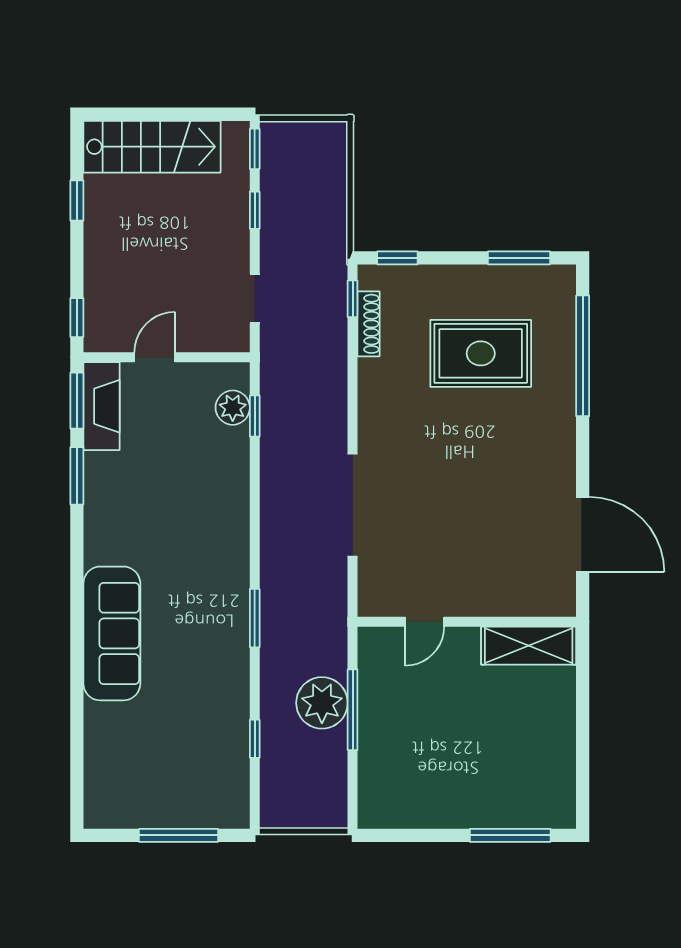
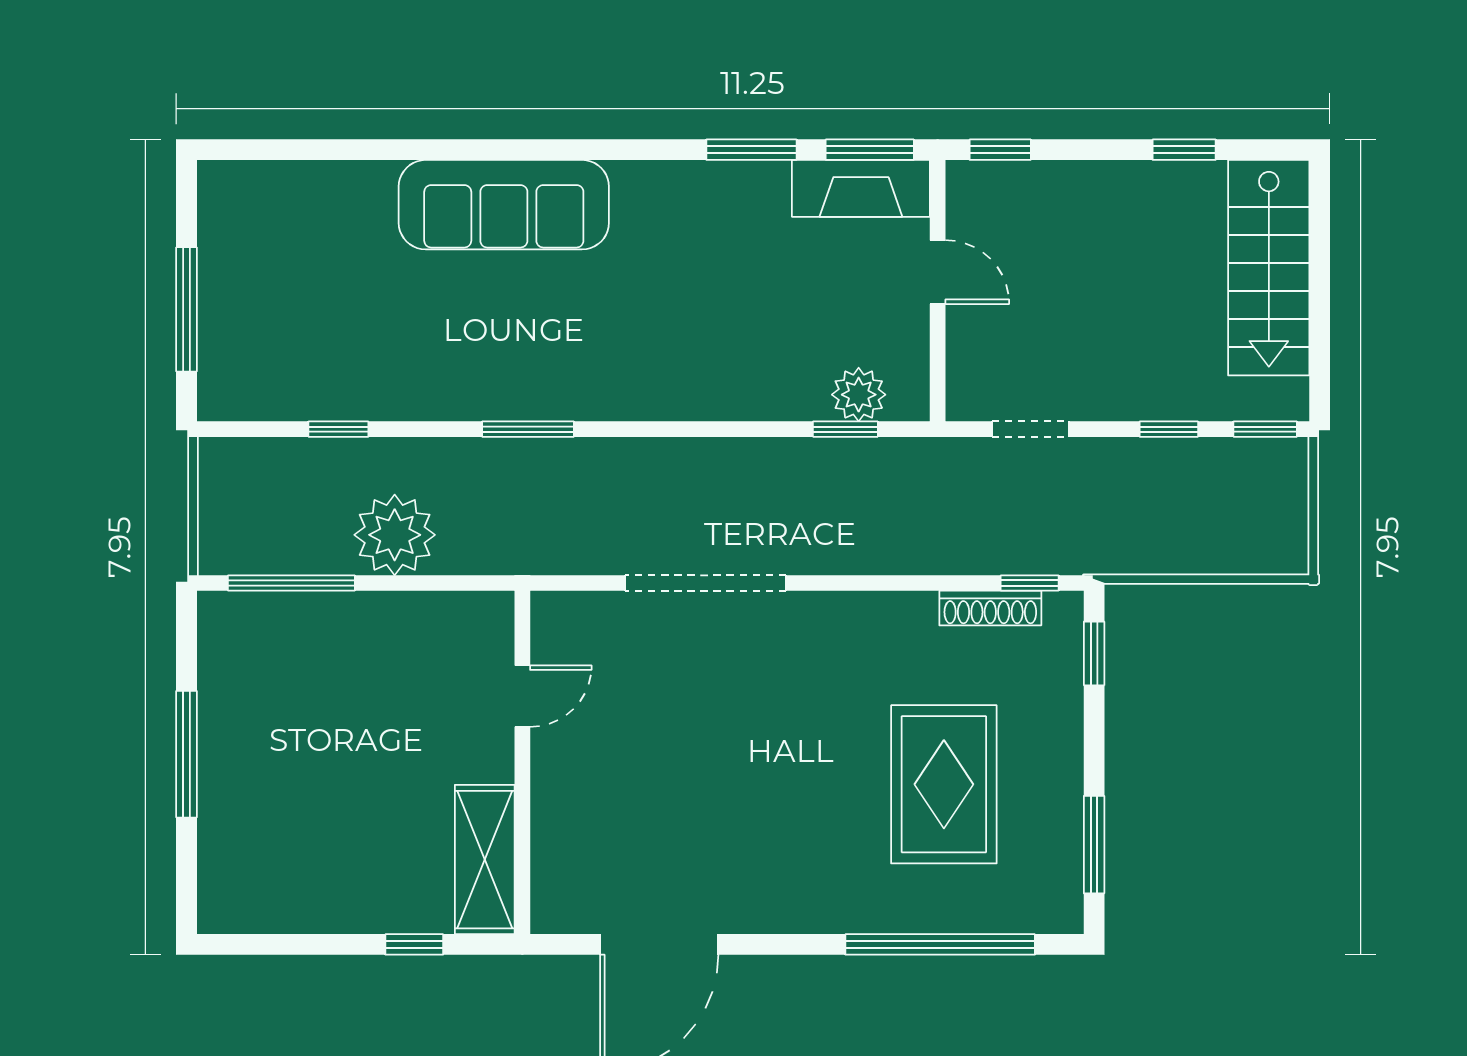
door: (425, 622) -> (522, 696), swing flipped
window: (583, 690) -> (414, 944), added
window: (353, 710) -> (291, 583), moved
window: (510, 835) -> (187, 754), moved

